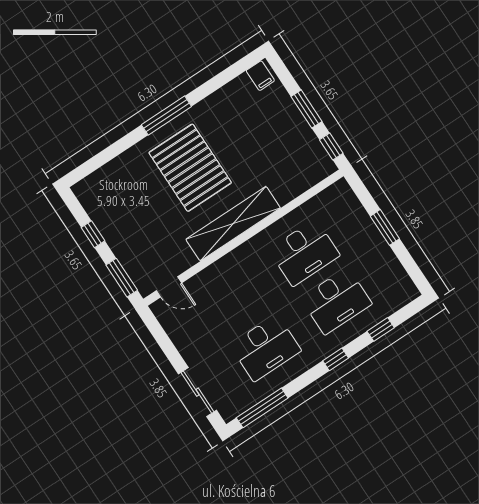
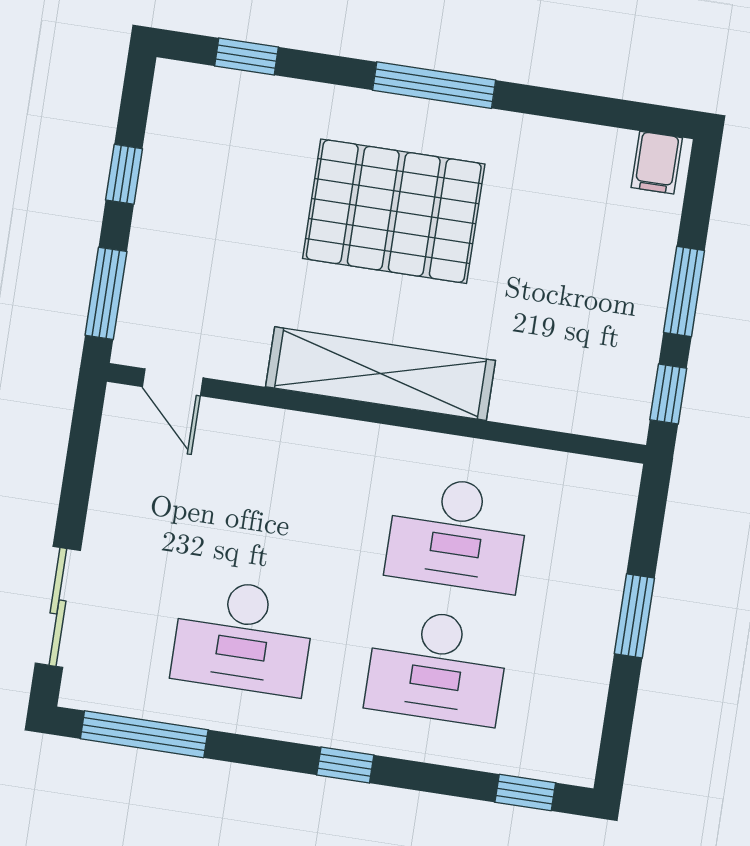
window: (98, 161) -> (246, 56), added
pallet: (190, 168) -> (394, 211), turned 90
window: (381, 329) -> (525, 793), moved

